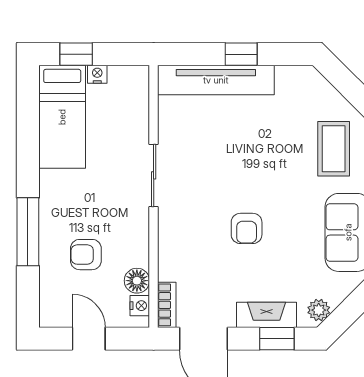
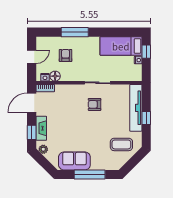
coffee table: (334, 149) -> (121, 144), moved
armchair: (247, 228) -> (95, 104), moved

